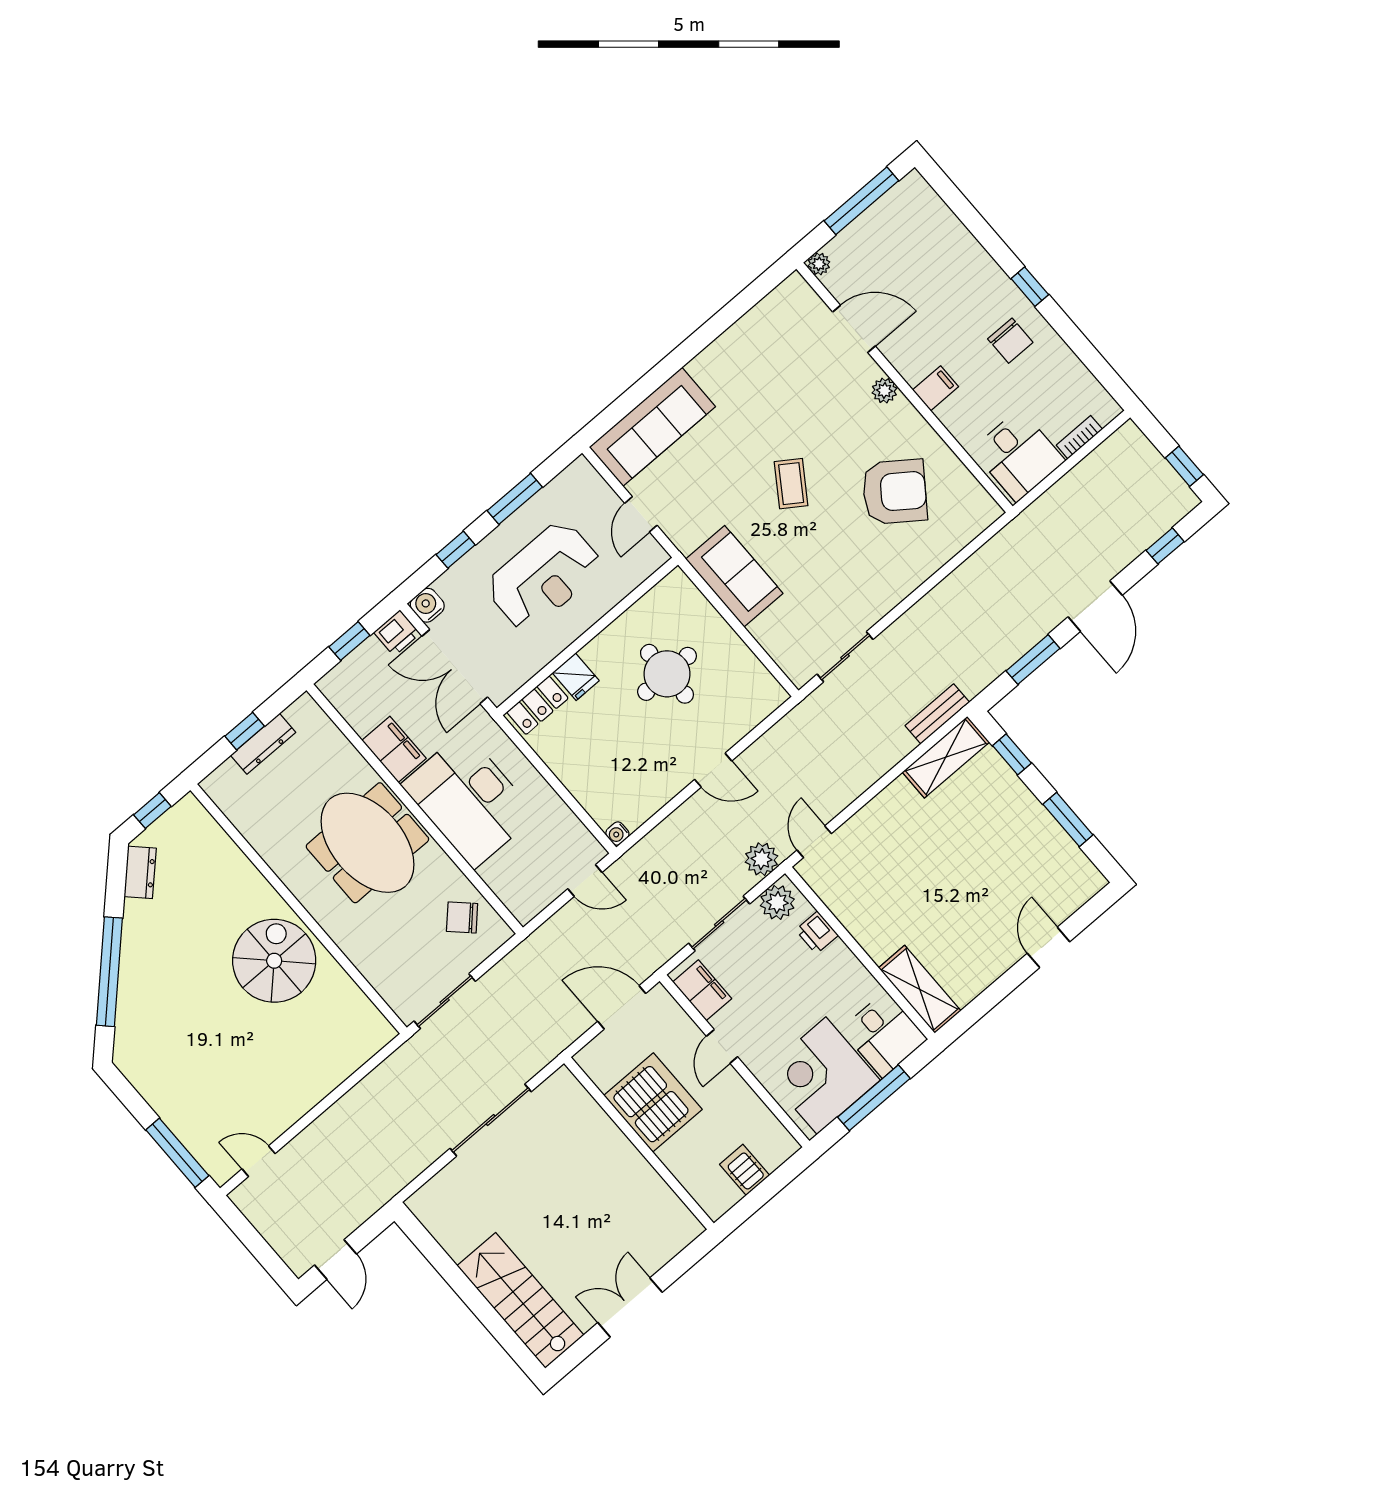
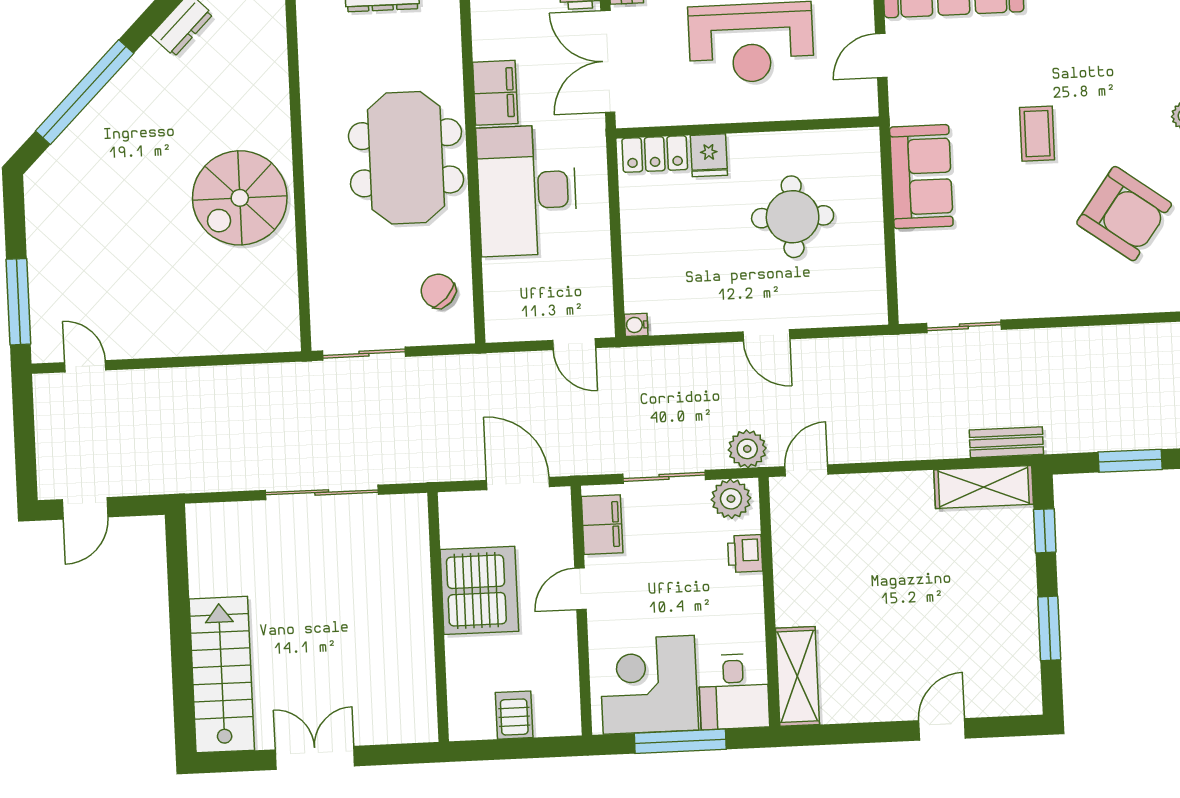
coffee table: (791, 484) -> (1037, 134), turned -34
spiral stairs: (274, 961) -> (240, 198), turned 180

